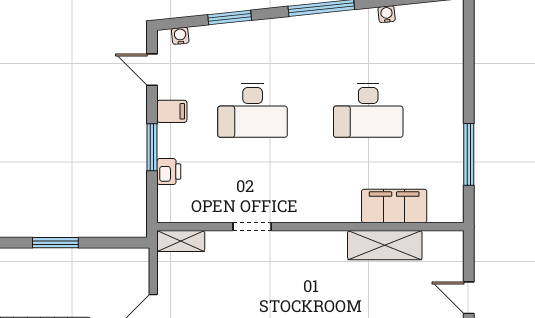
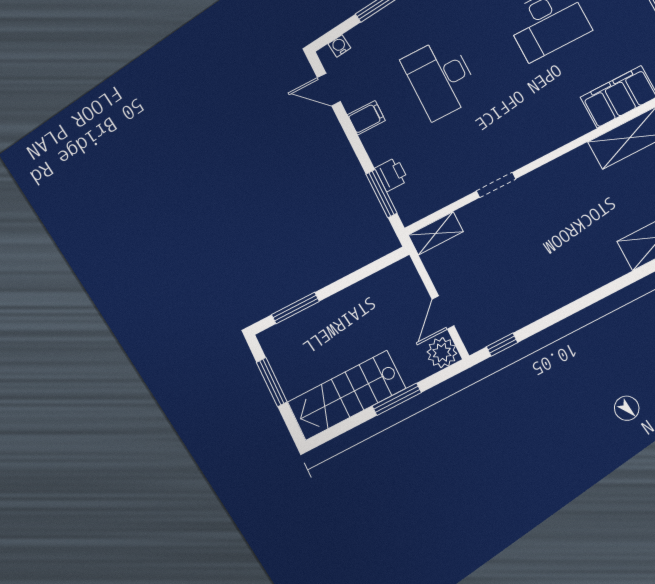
desk: (253, 110) -> (441, 78), turned 90
window: (152, 147) -> (381, 194), moved
window: (55, 243) -> (295, 308), moved

